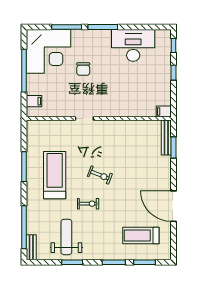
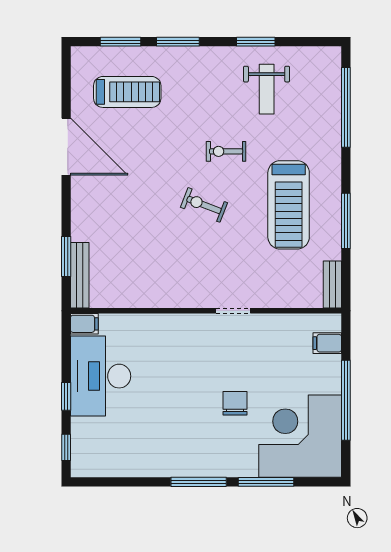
desk: (133, 45) -> (101, 376), moved, turned 90
weight bench: (66, 237) -> (267, 89), width x0.73, depth x0.75
bench: (31, 247) -> (332, 284), moved

